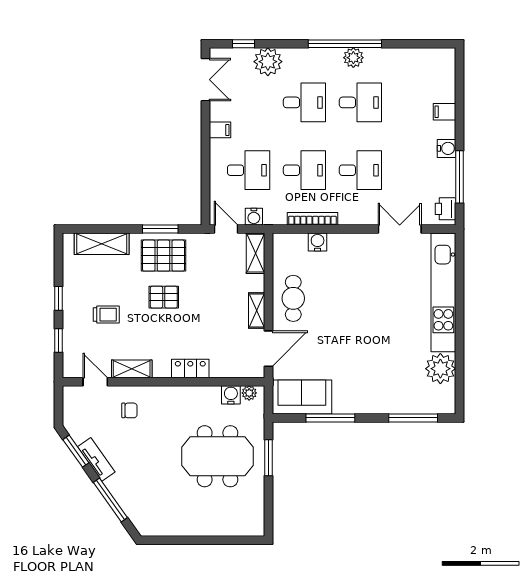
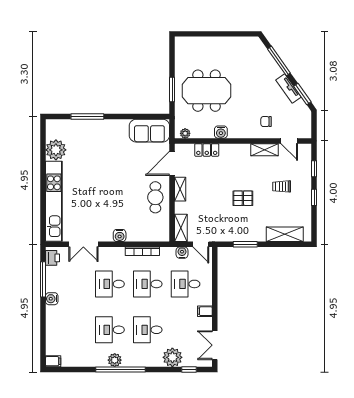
filing cabinet: (444, 112) -> (53, 361), moved
water cooler: (318, 242) -> (120, 235), moved
pallet: (164, 256) -> (243, 226), removed
locker: (190, 368) -> (207, 150), moved
water cooler: (231, 395) -> (221, 132), moved
window: (330, 418) -> (130, 116), removed
window: (413, 418) -> (87, 116), moved

